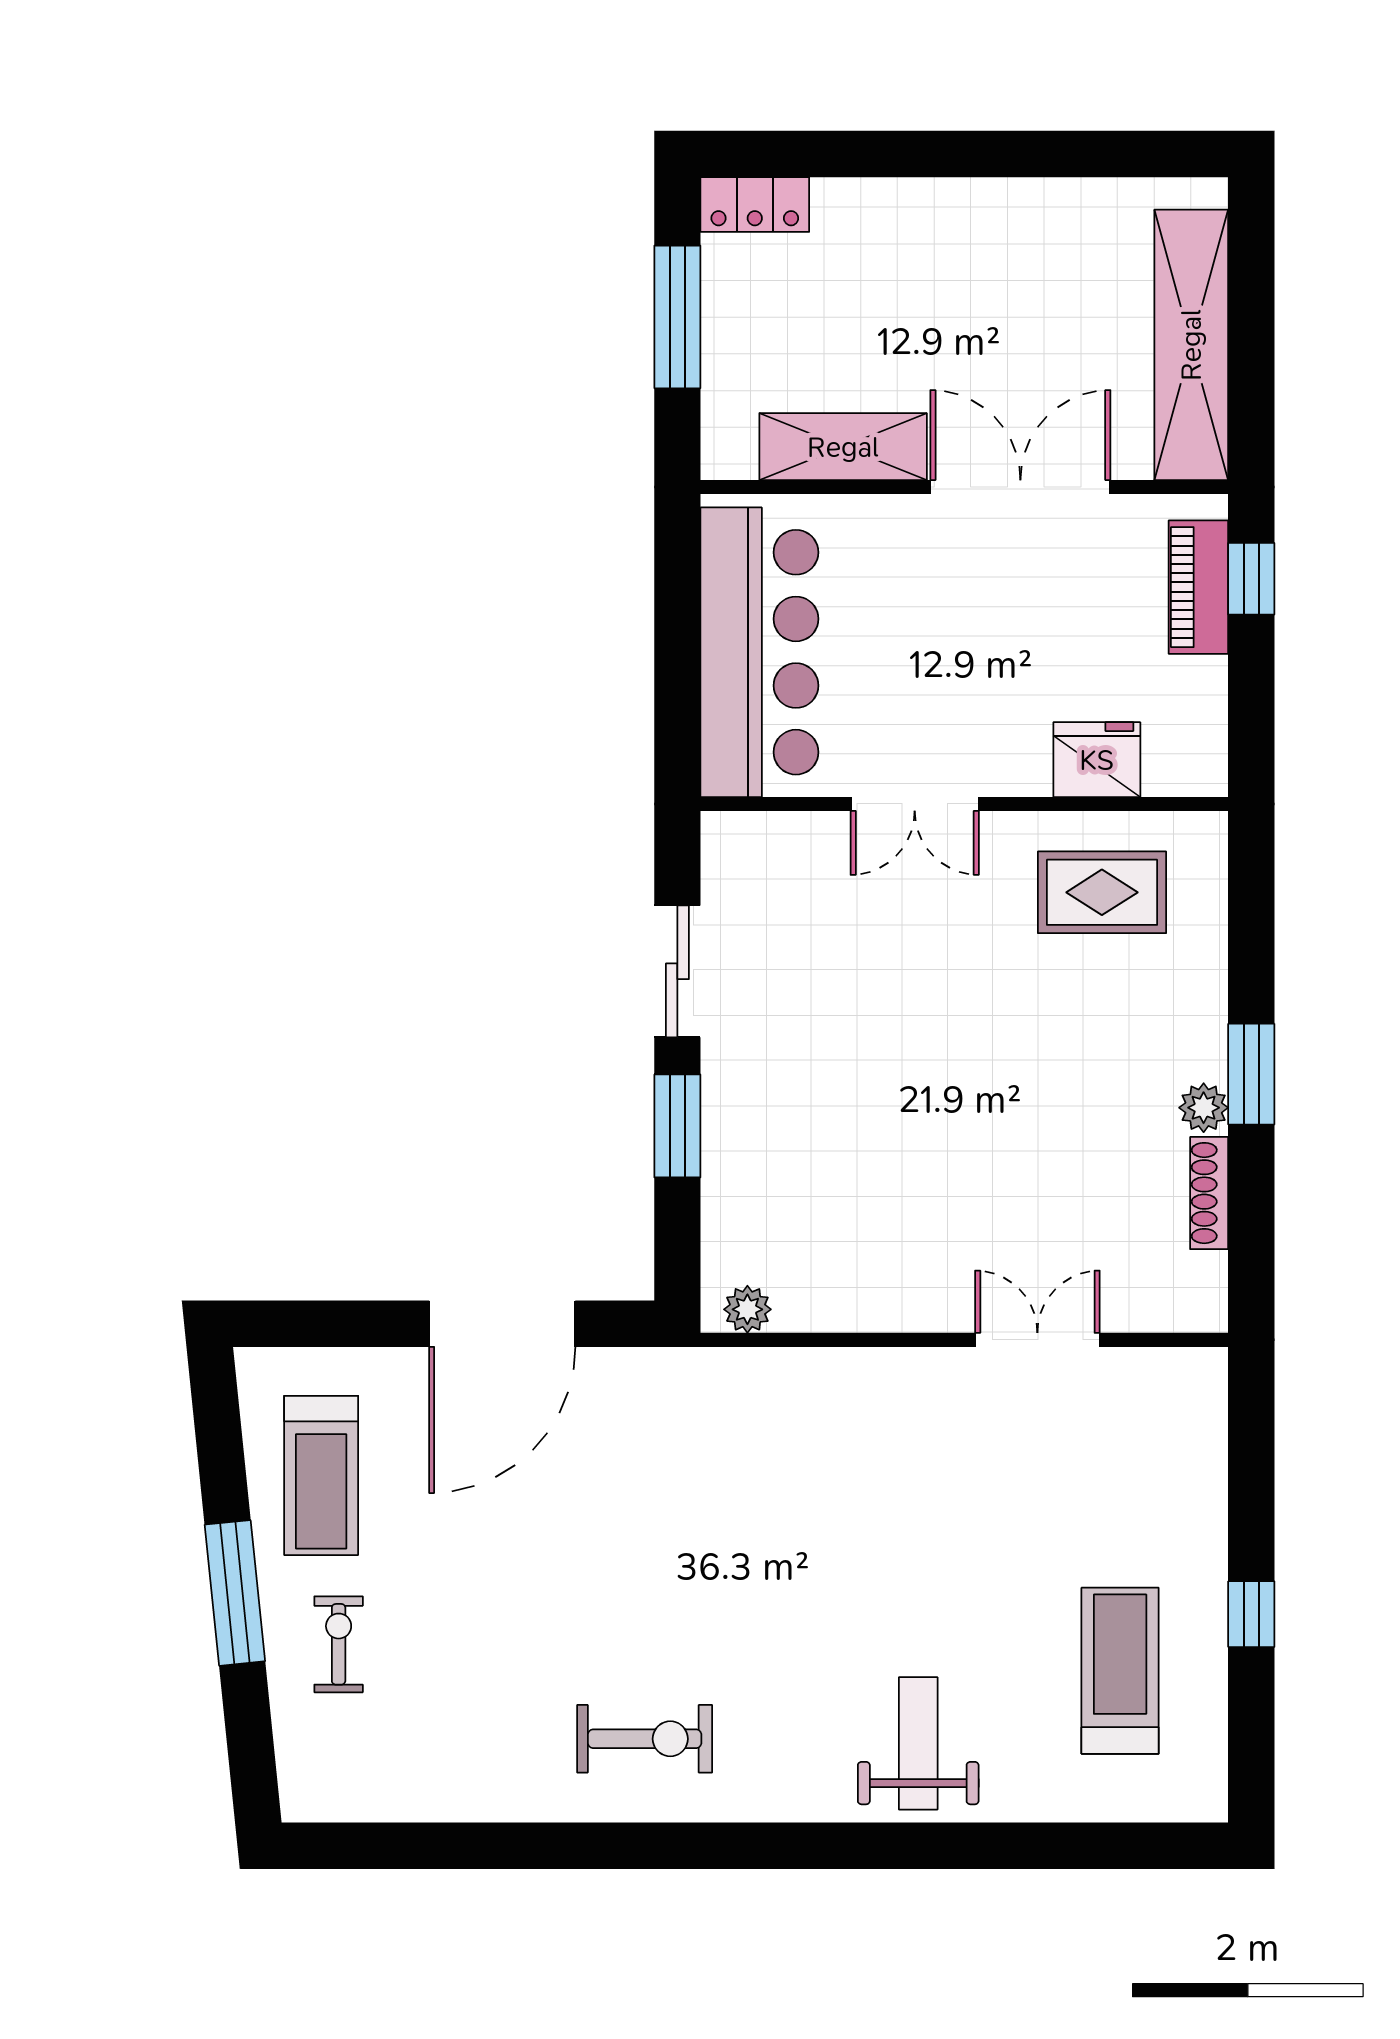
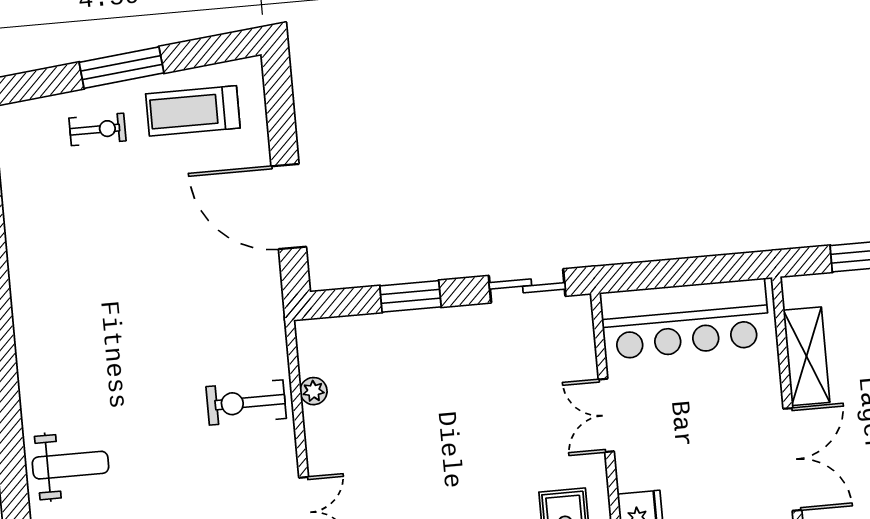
sliding door: (677, 971) -> (527, 286), moved
plant: (747, 1309) -> (313, 391), moved
exercise bike: (645, 1739) -> (246, 402), moved, turned 90

